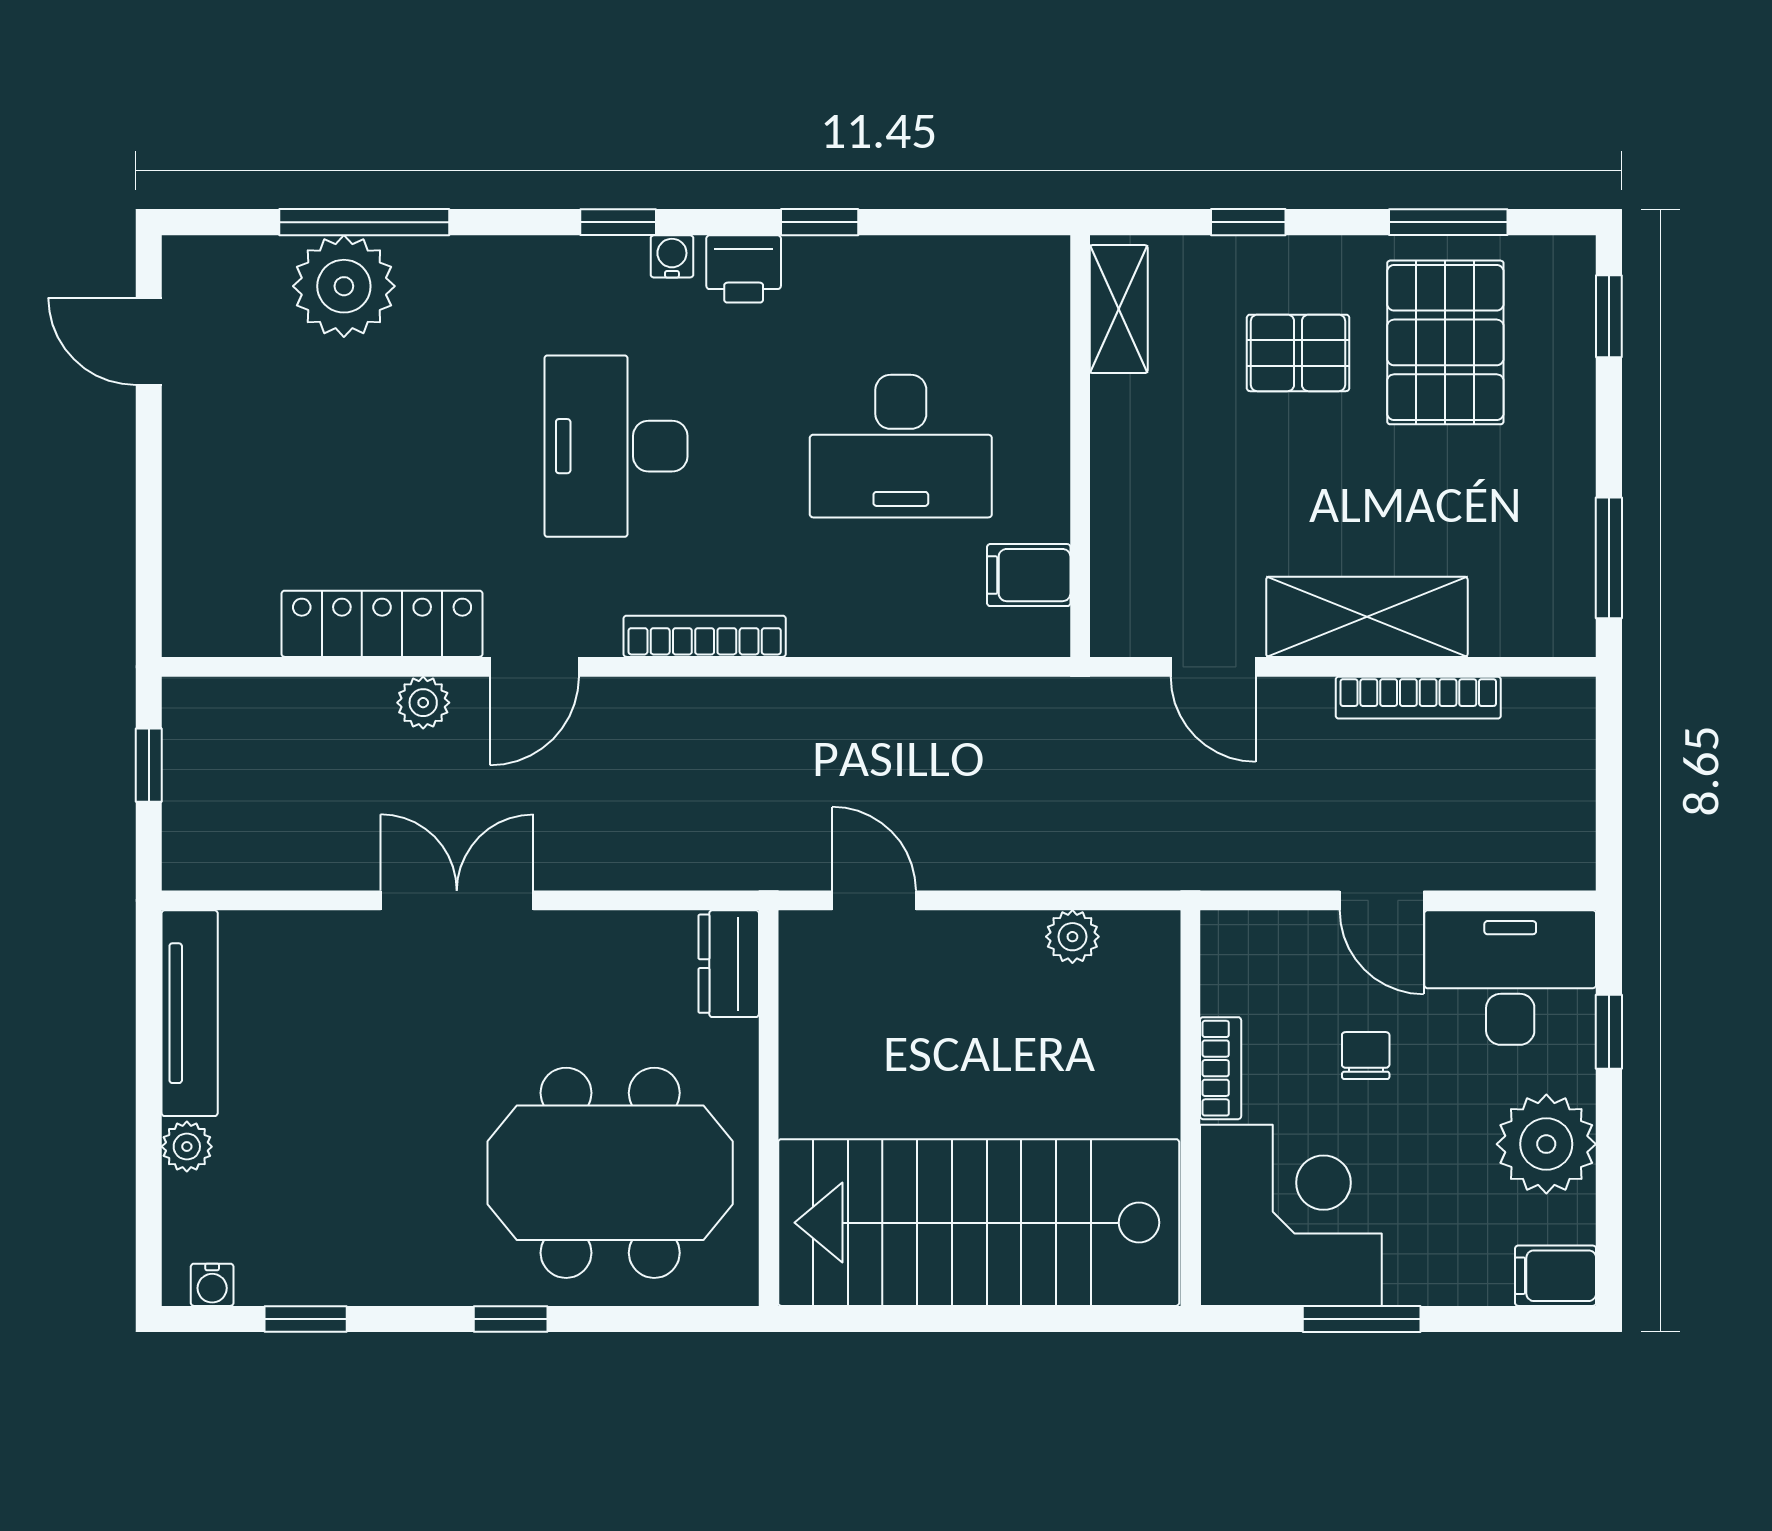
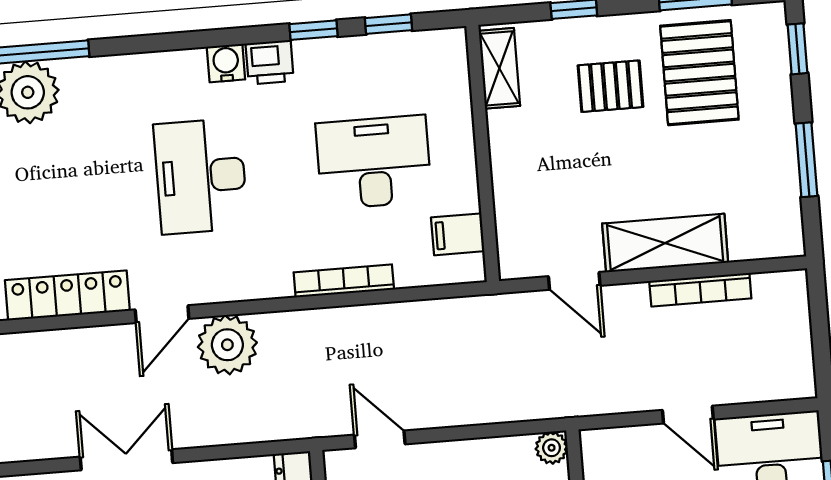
window: (618, 222) -> (388, 24), moved
water cooler: (672, 256) -> (226, 63), width x1.38, depth x1.38
desk: (901, 446) -> (374, 162), turned 180
window: (1609, 558) -> (806, 160), moved
bookcase: (705, 636) -> (344, 281), moved
plant: (423, 703) -> (227, 345), moved, width x1.88, depth x1.88
plant: (1072, 937) -> (552, 448), moved

